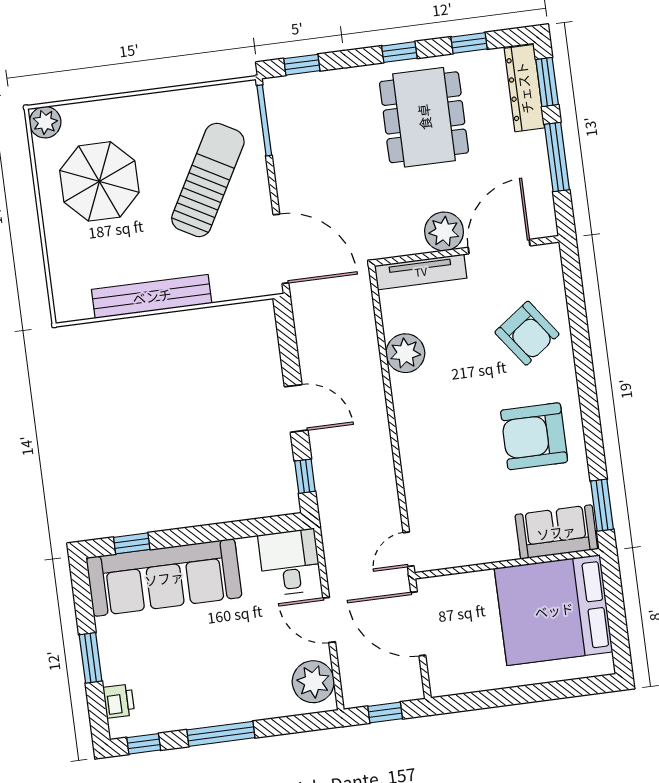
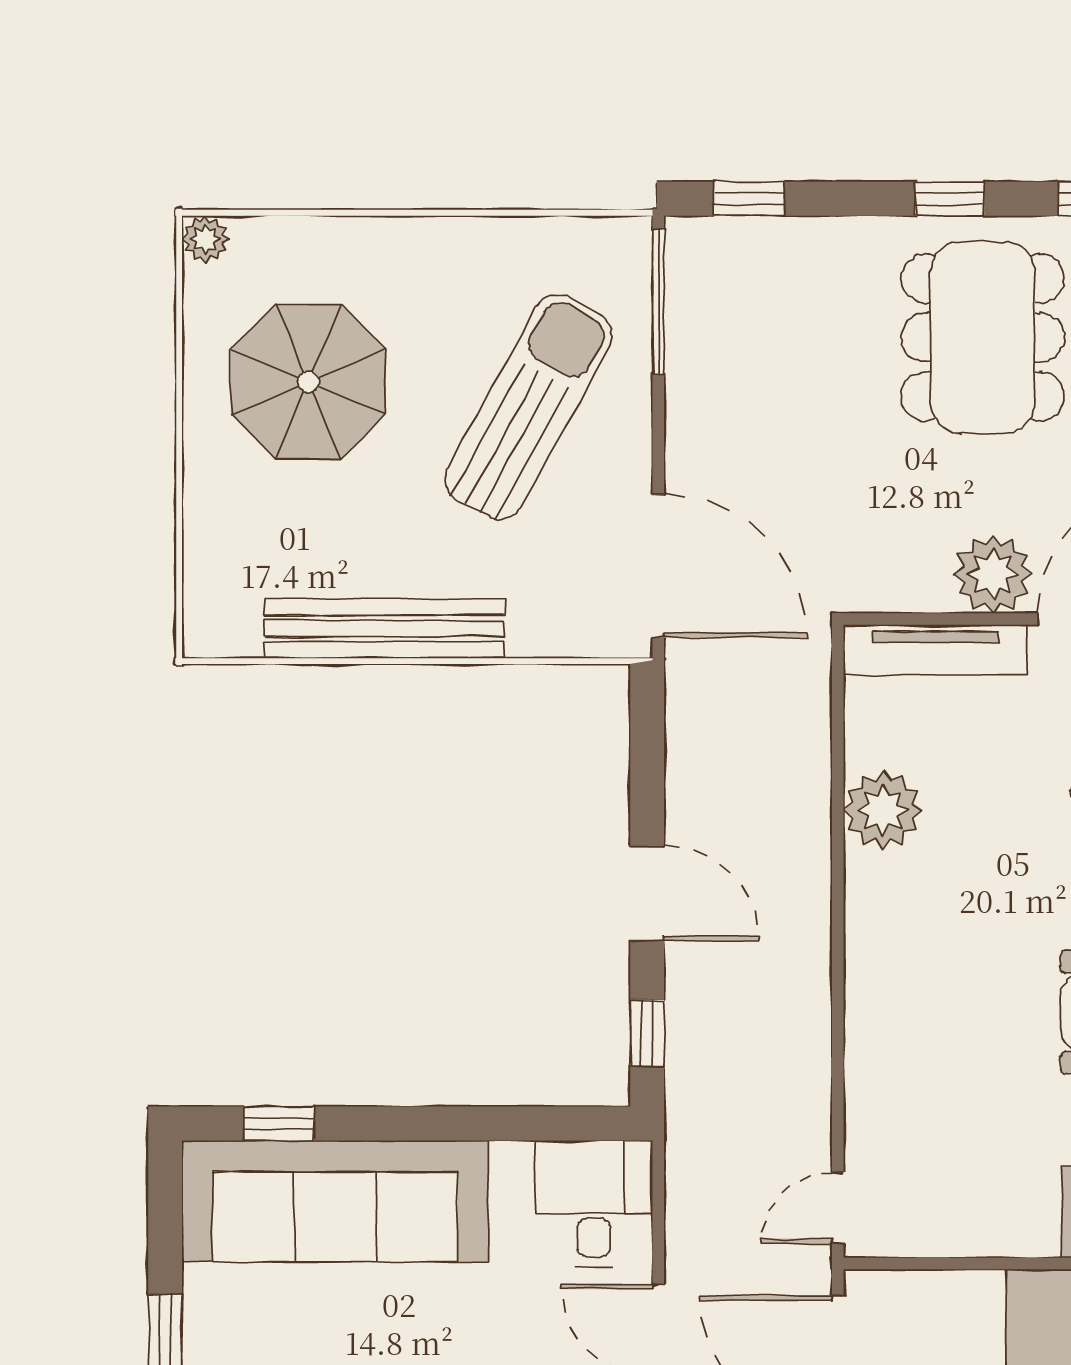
plant: (45, 122) -> (205, 239), width x0.73, depth x0.73

